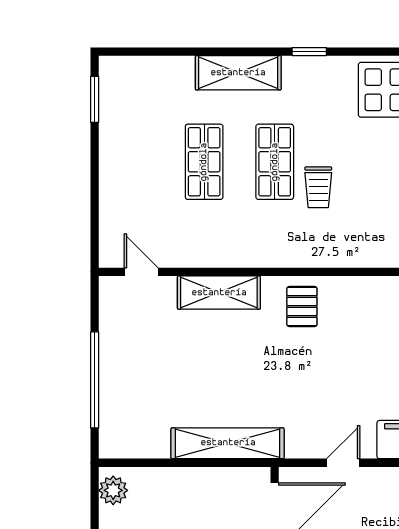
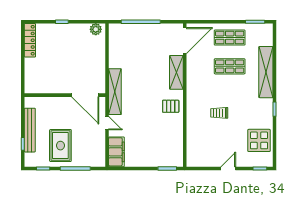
shelving: (238, 73) -> (266, 72), width x1.47
shop shelf: (275, 162) -> (230, 38), moved
door: (141, 272) -> (185, 41), width x1.87
shelving: (228, 443) -> (115, 92), moved

